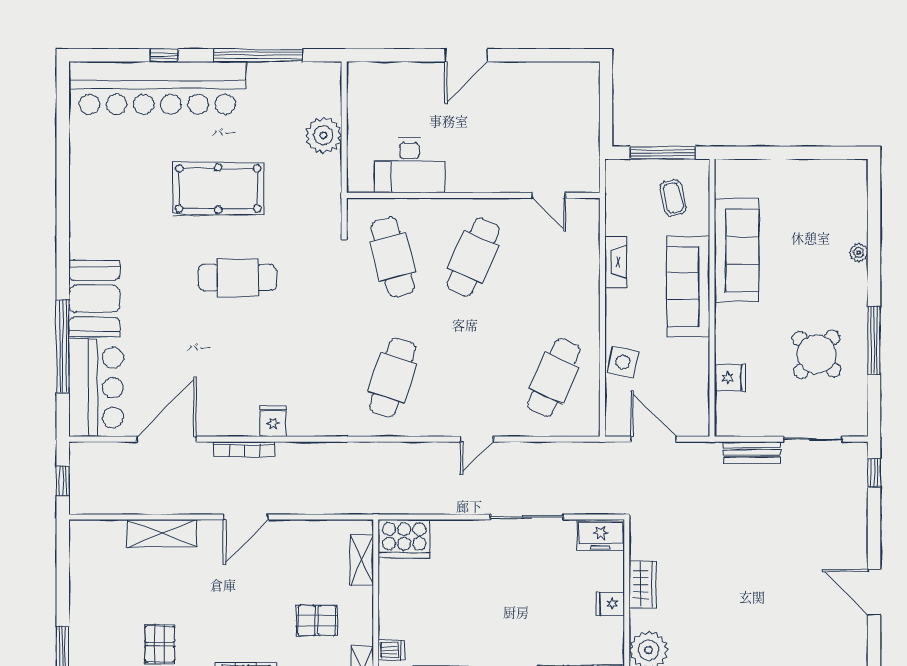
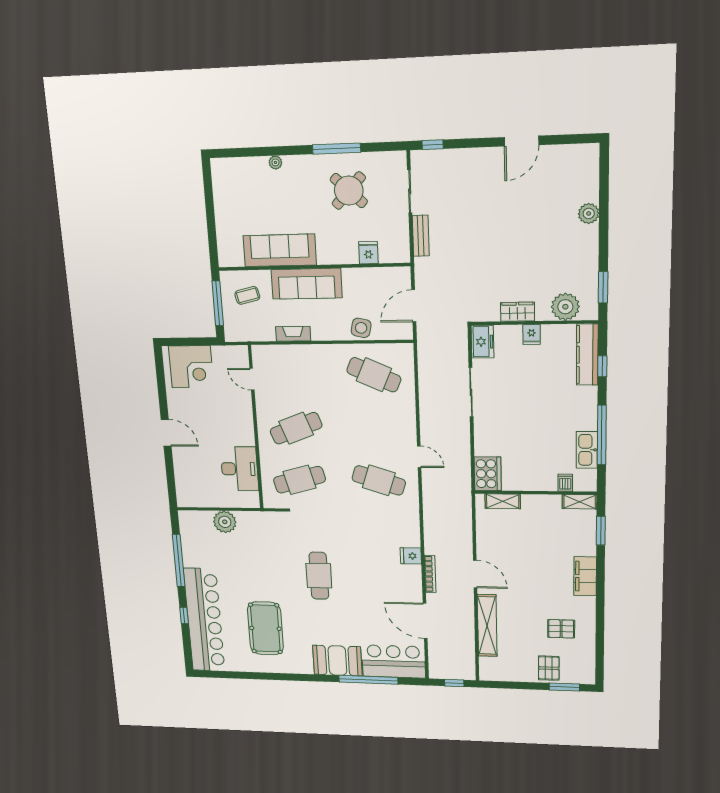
corner desk: (568, 104) -> (191, 367), added
pool table: (218, 188) -> (265, 628), moved
door: (549, 195) -> (252, 379), swing flipped
cafe table: (473, 257) -> (296, 428), turned -45
door: (477, 439) -> (419, 457), moved
shelving: (162, 533) -> (487, 625), width x1.47
pallet: (317, 621) -> (549, 668), moved

